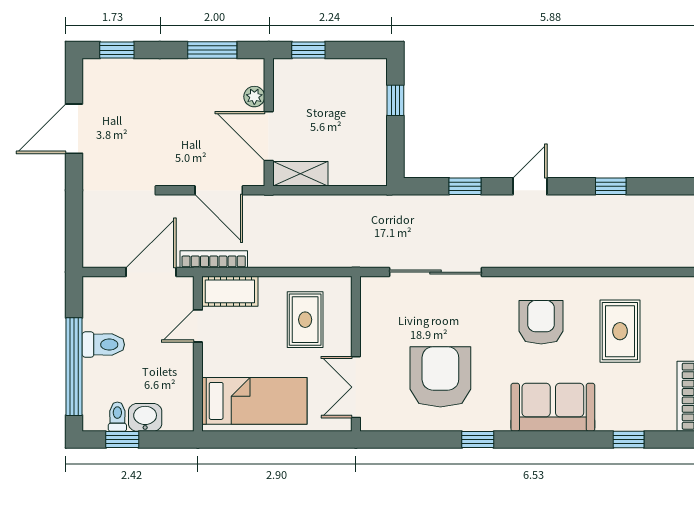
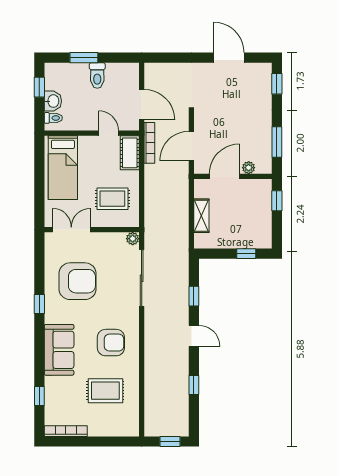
shelving: (300, 174) -> (201, 216), moved
plant: (371, 287) -> (133, 239), added
window: (74, 367) -> (84, 58), width x0.47
toilet: (117, 417) -> (53, 118), moved

